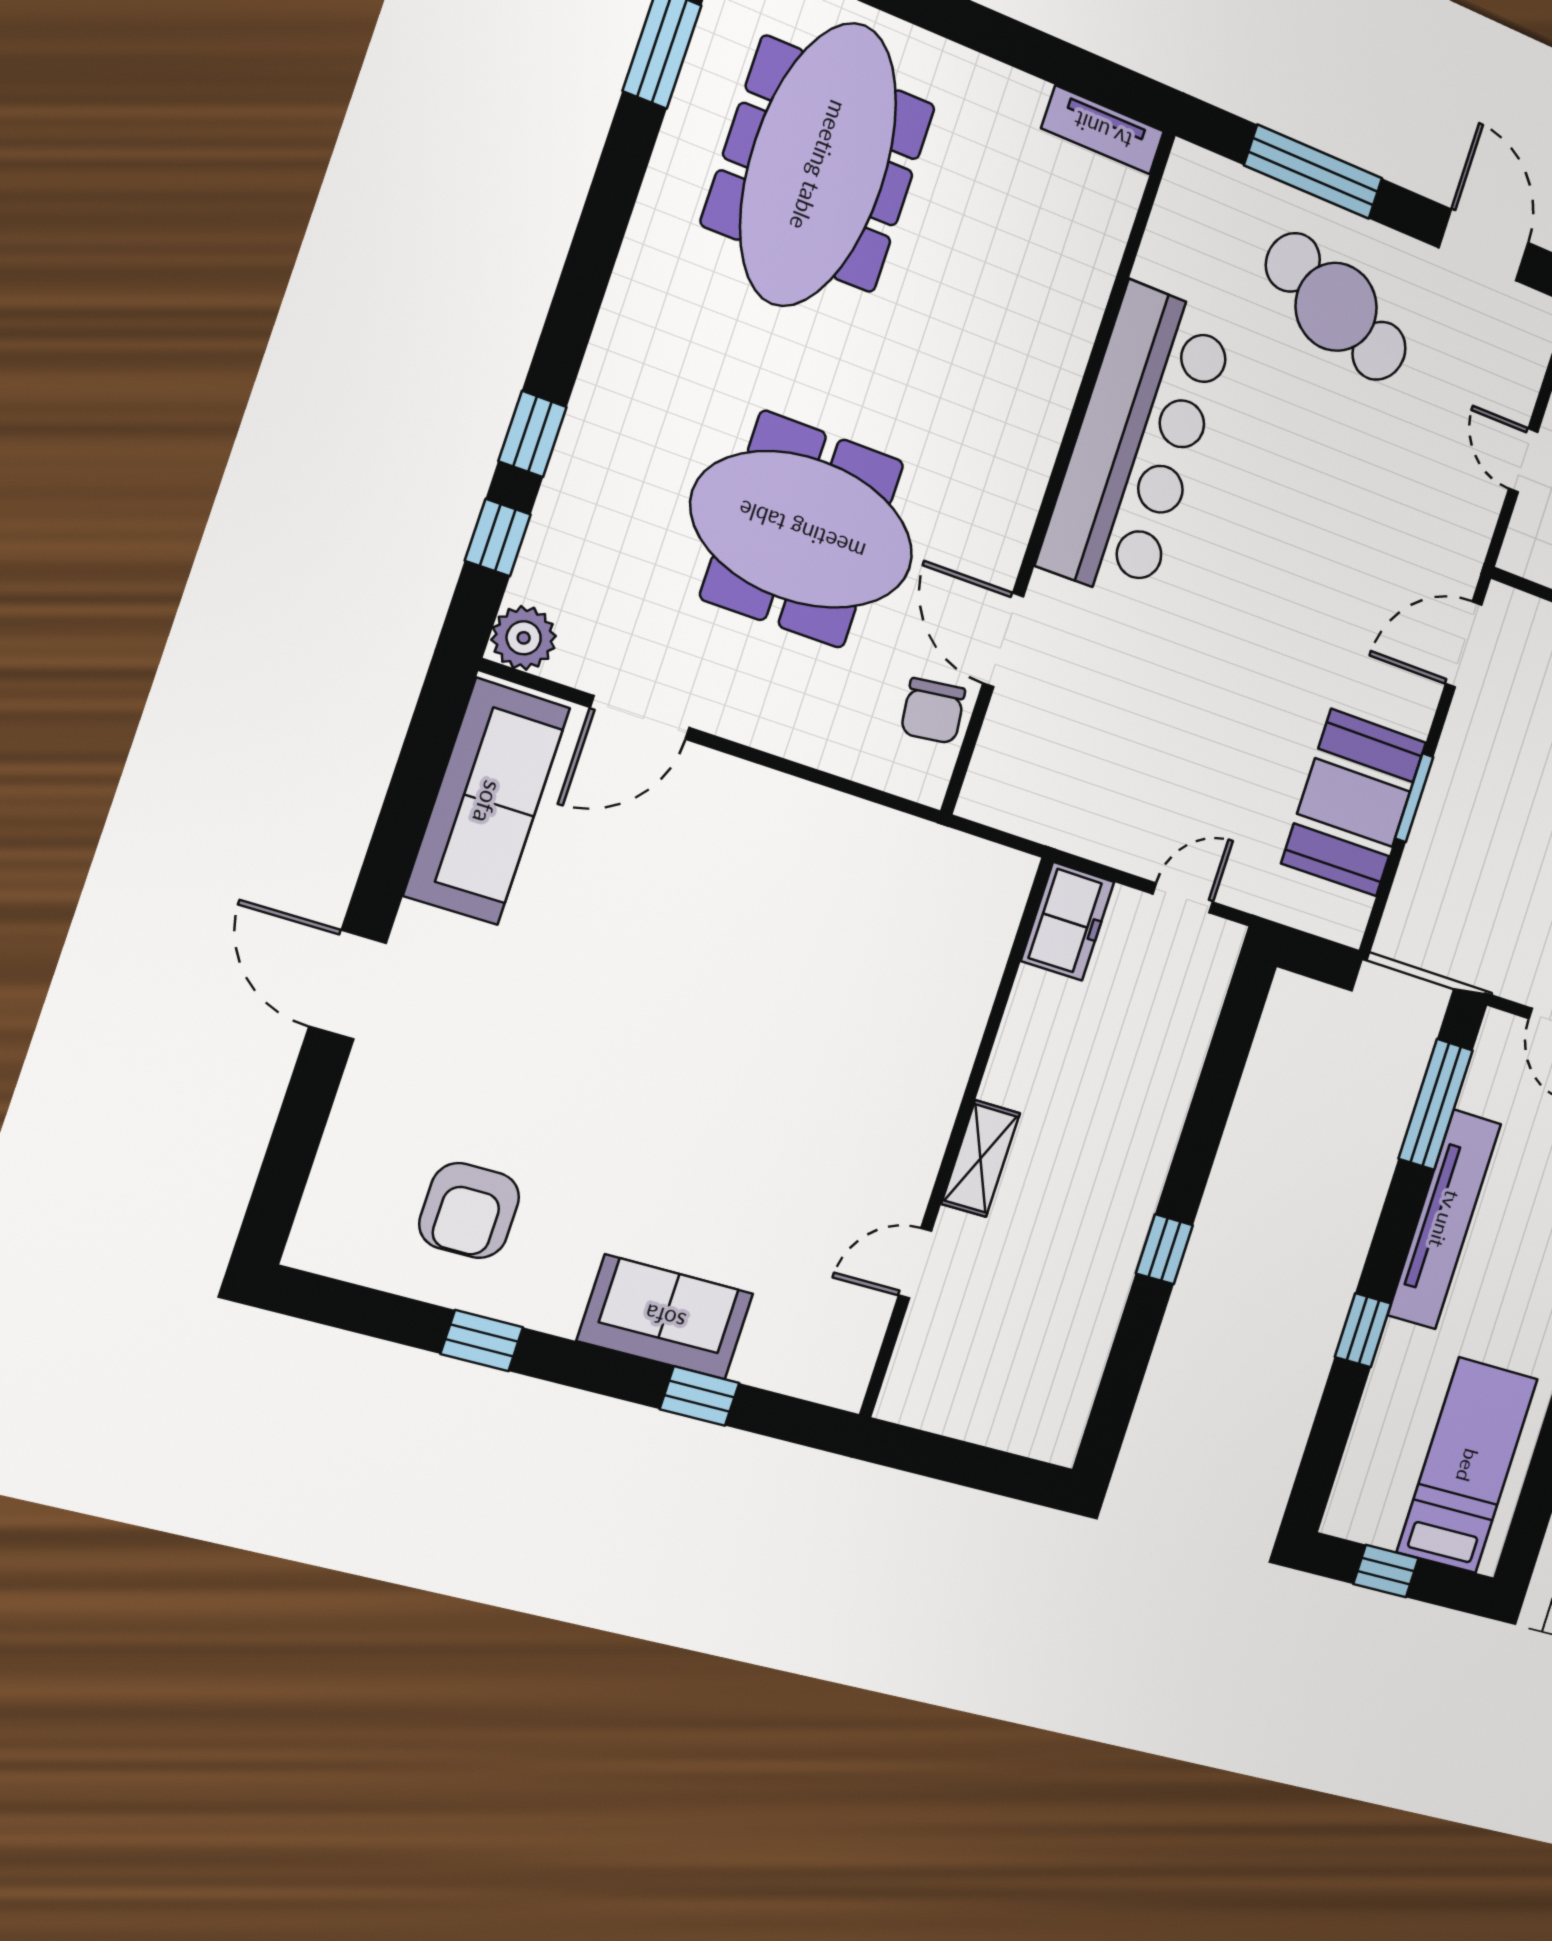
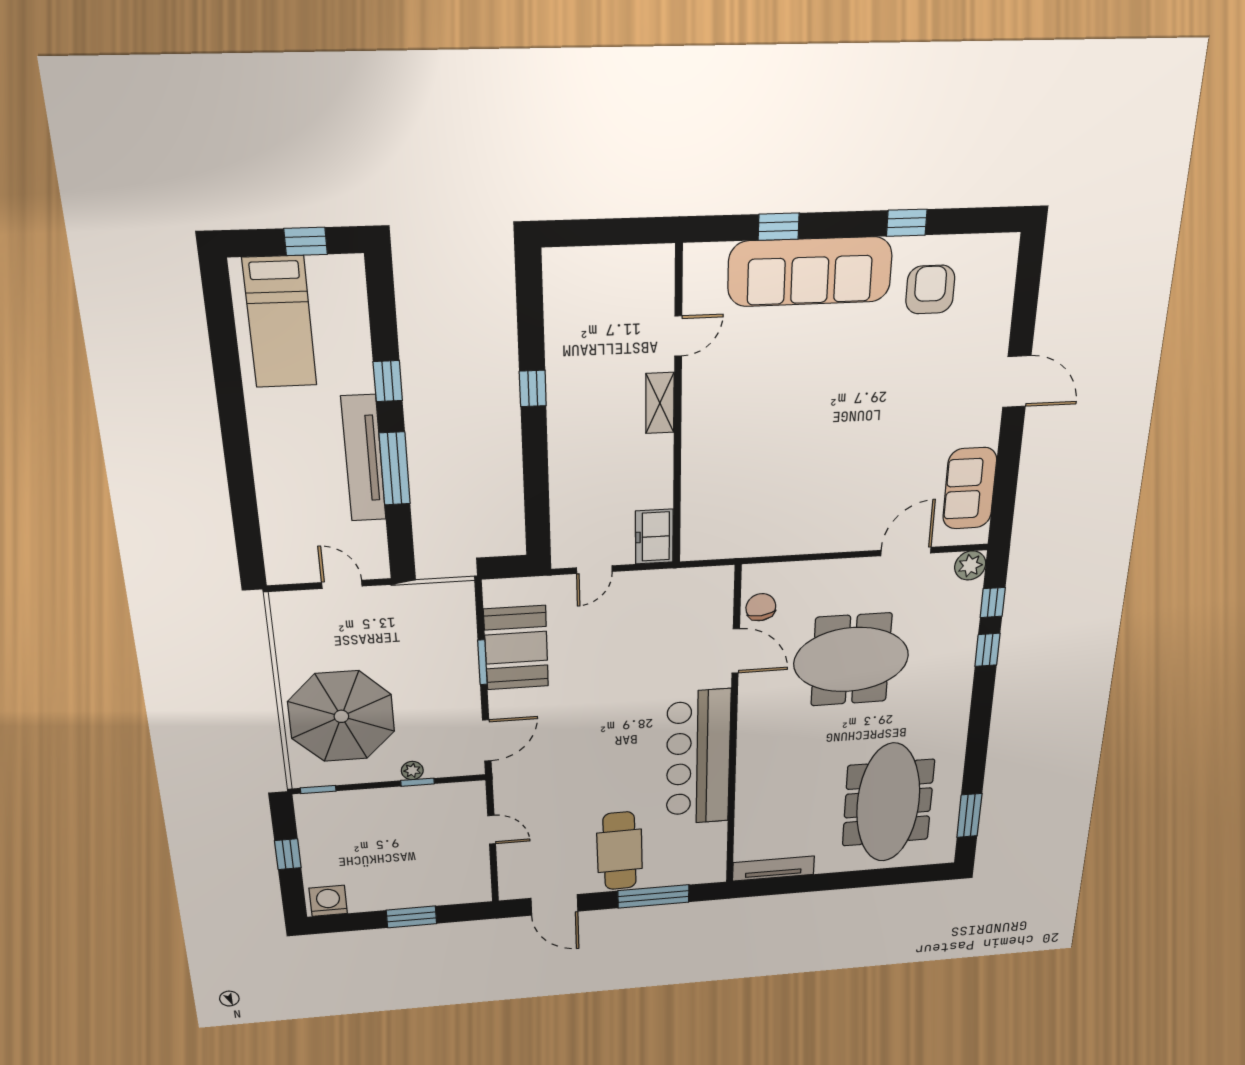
tv unit: (1103, 130) -> (773, 869), width x1.41
cafe table: (1336, 307) -> (620, 851), turned 66
sofa: (487, 802) -> (970, 488), width x0.73
window: (1436, 1104) -> (395, 469), moved
sofa: (665, 1317) -> (810, 272), width x1.85, depth x1.27

